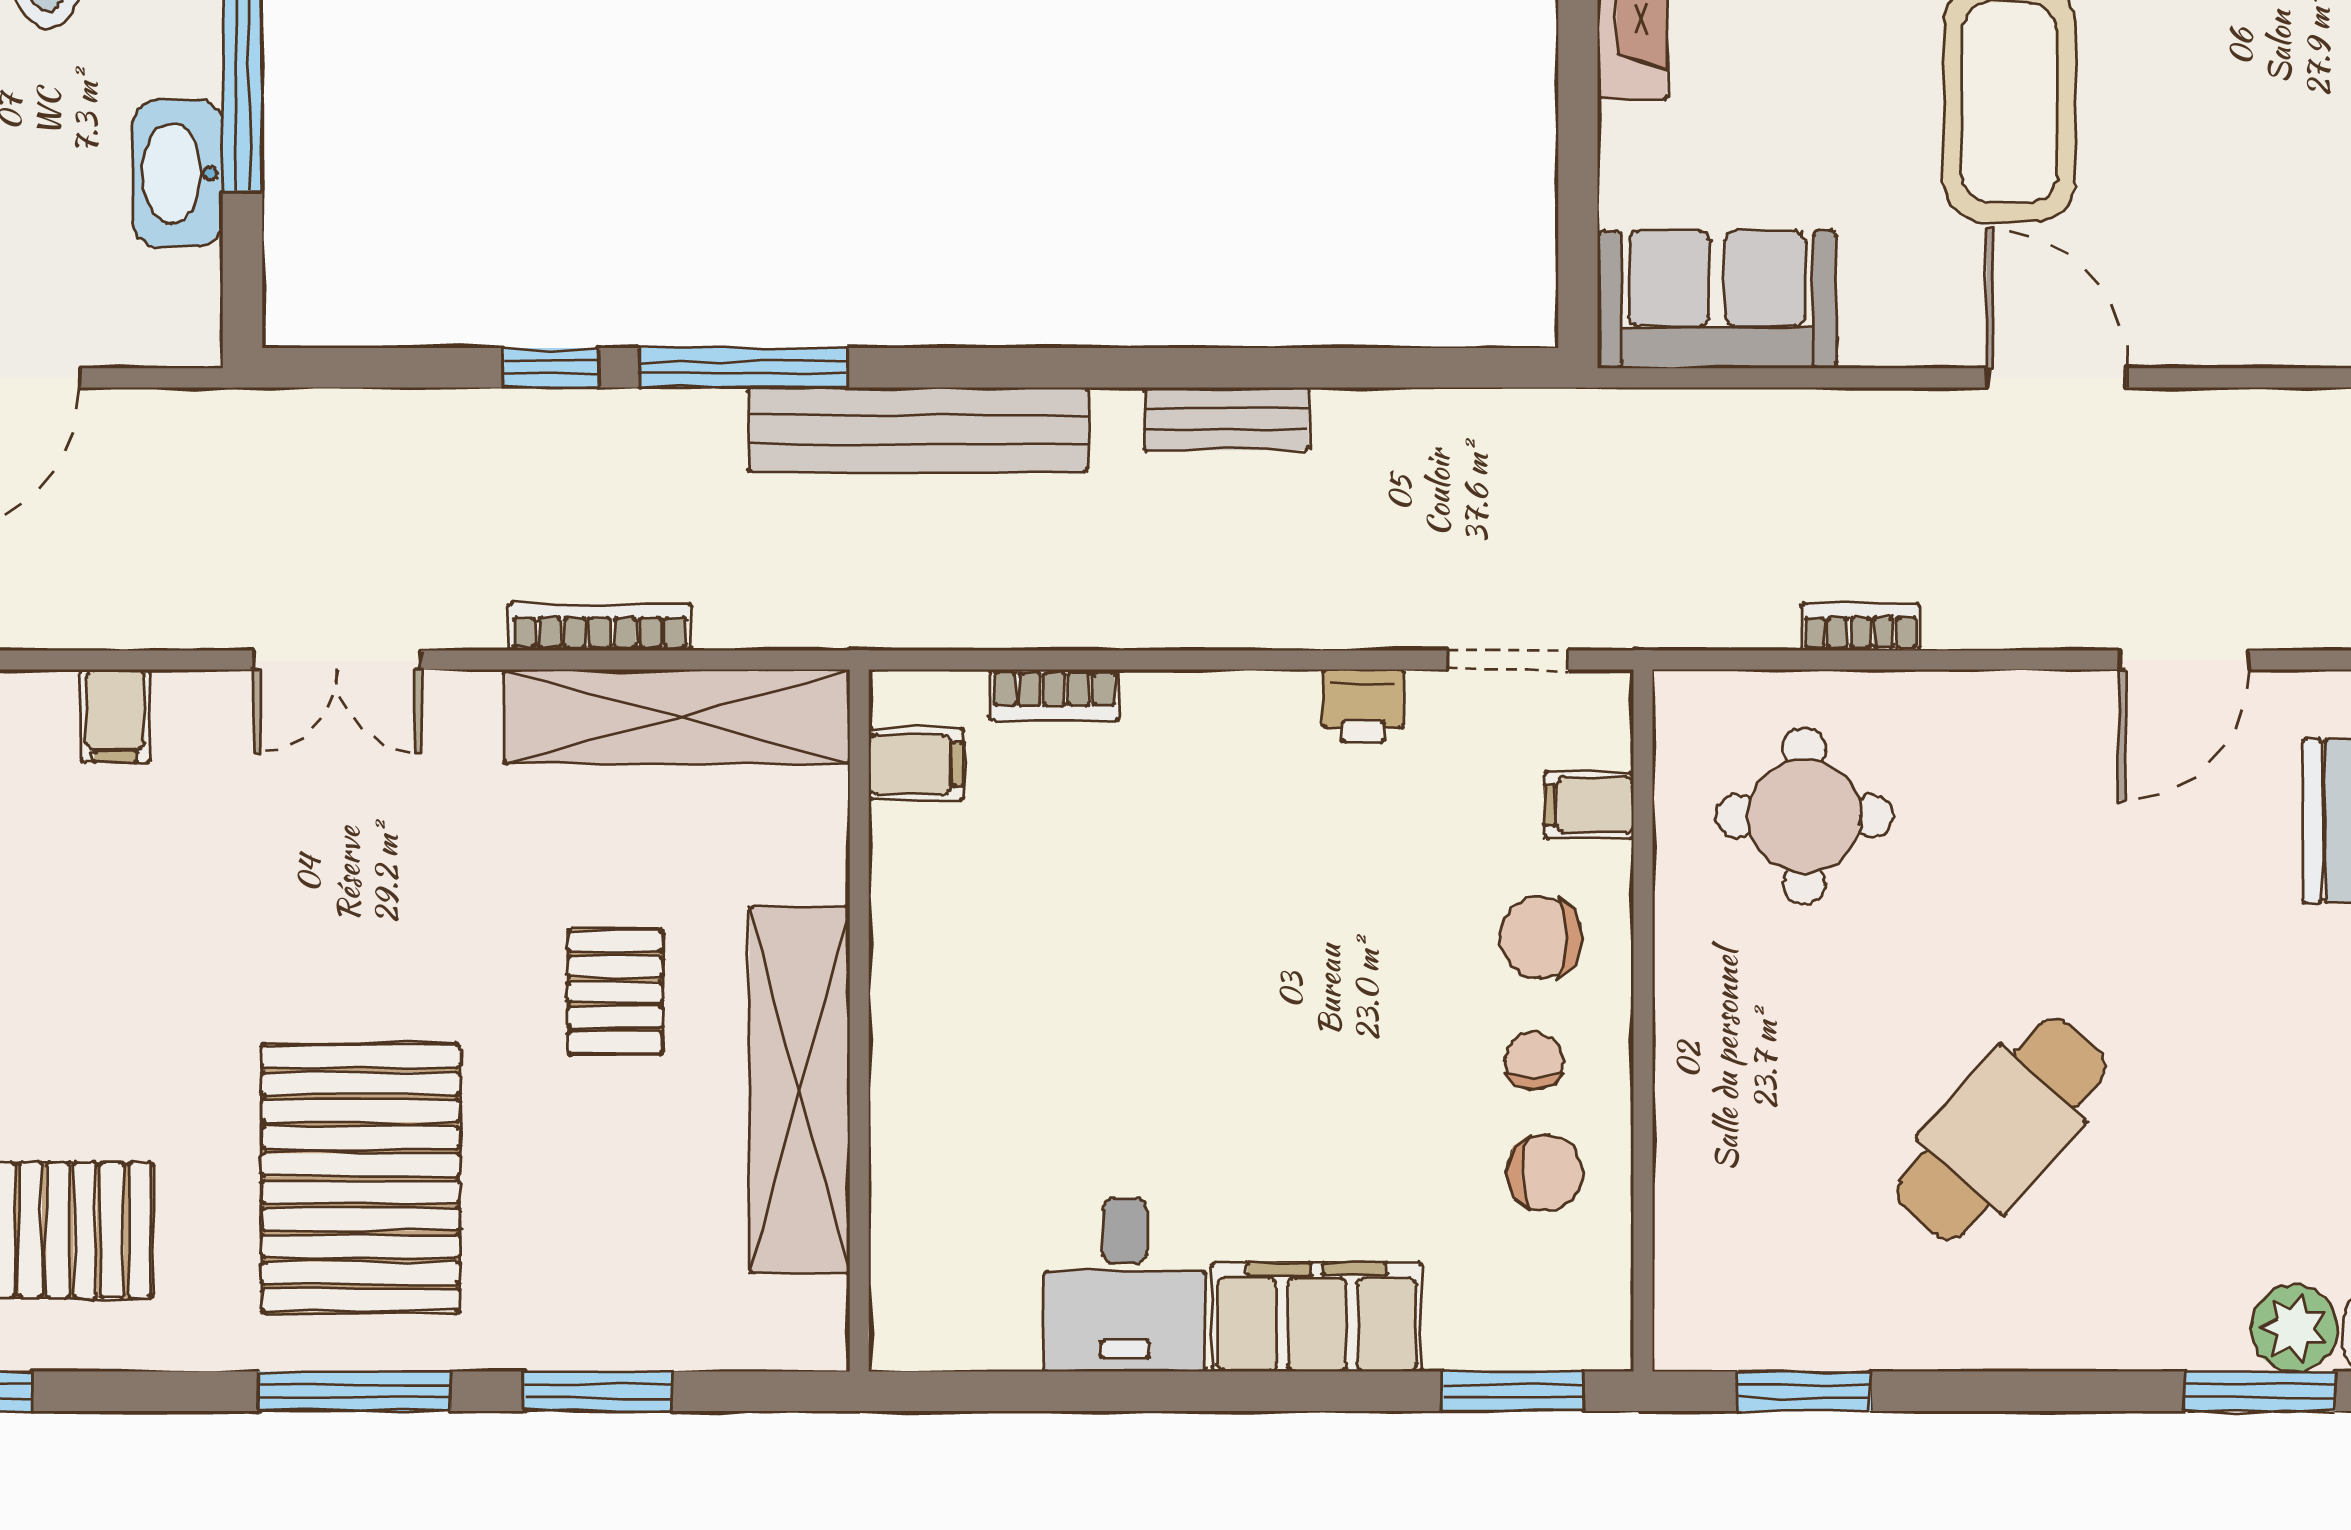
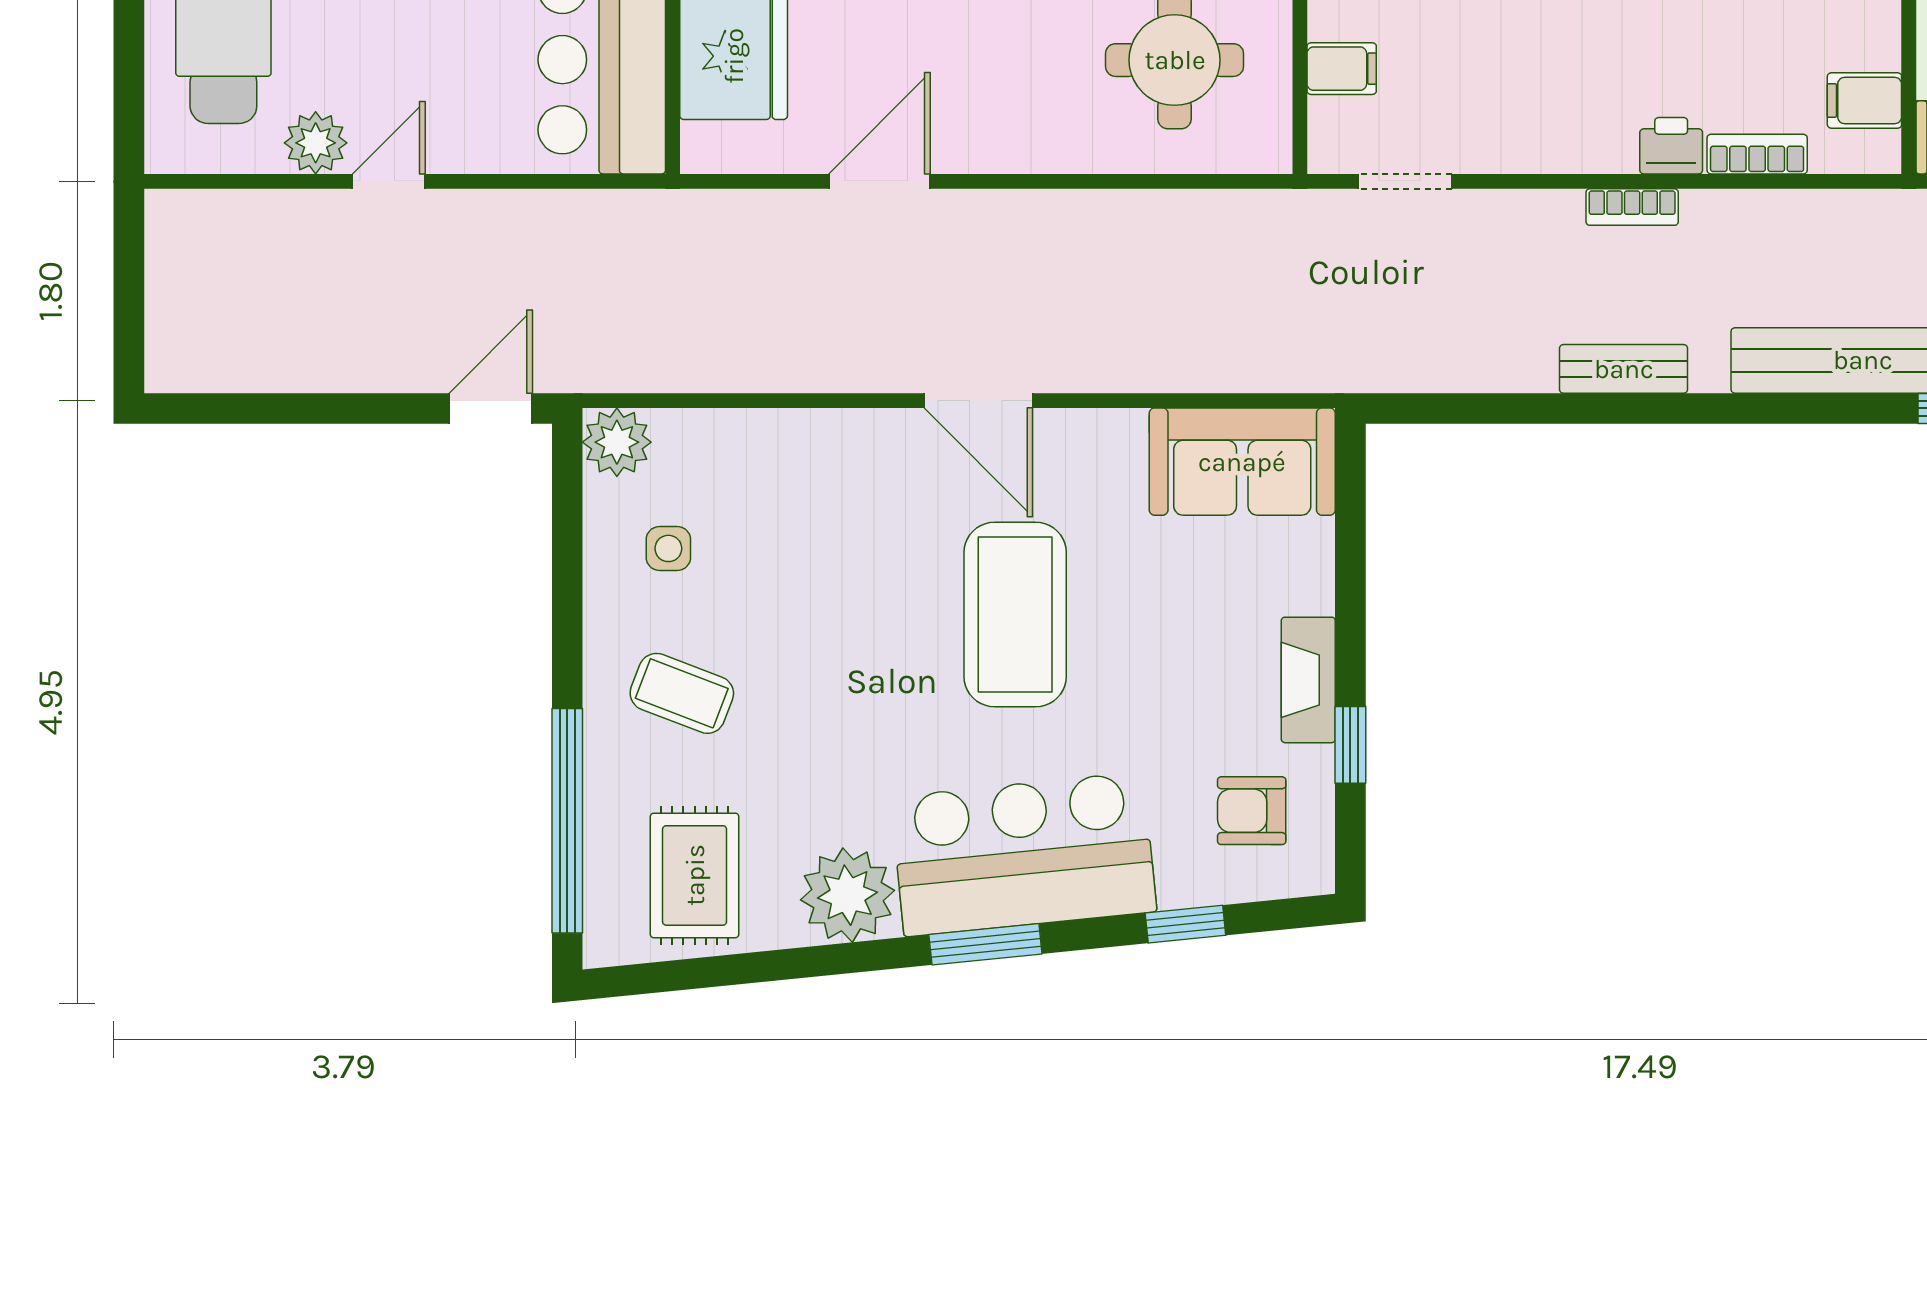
bookcase: (1861, 627) -> (1632, 207), moved
printer: (1363, 706) -> (1671, 146), moved

